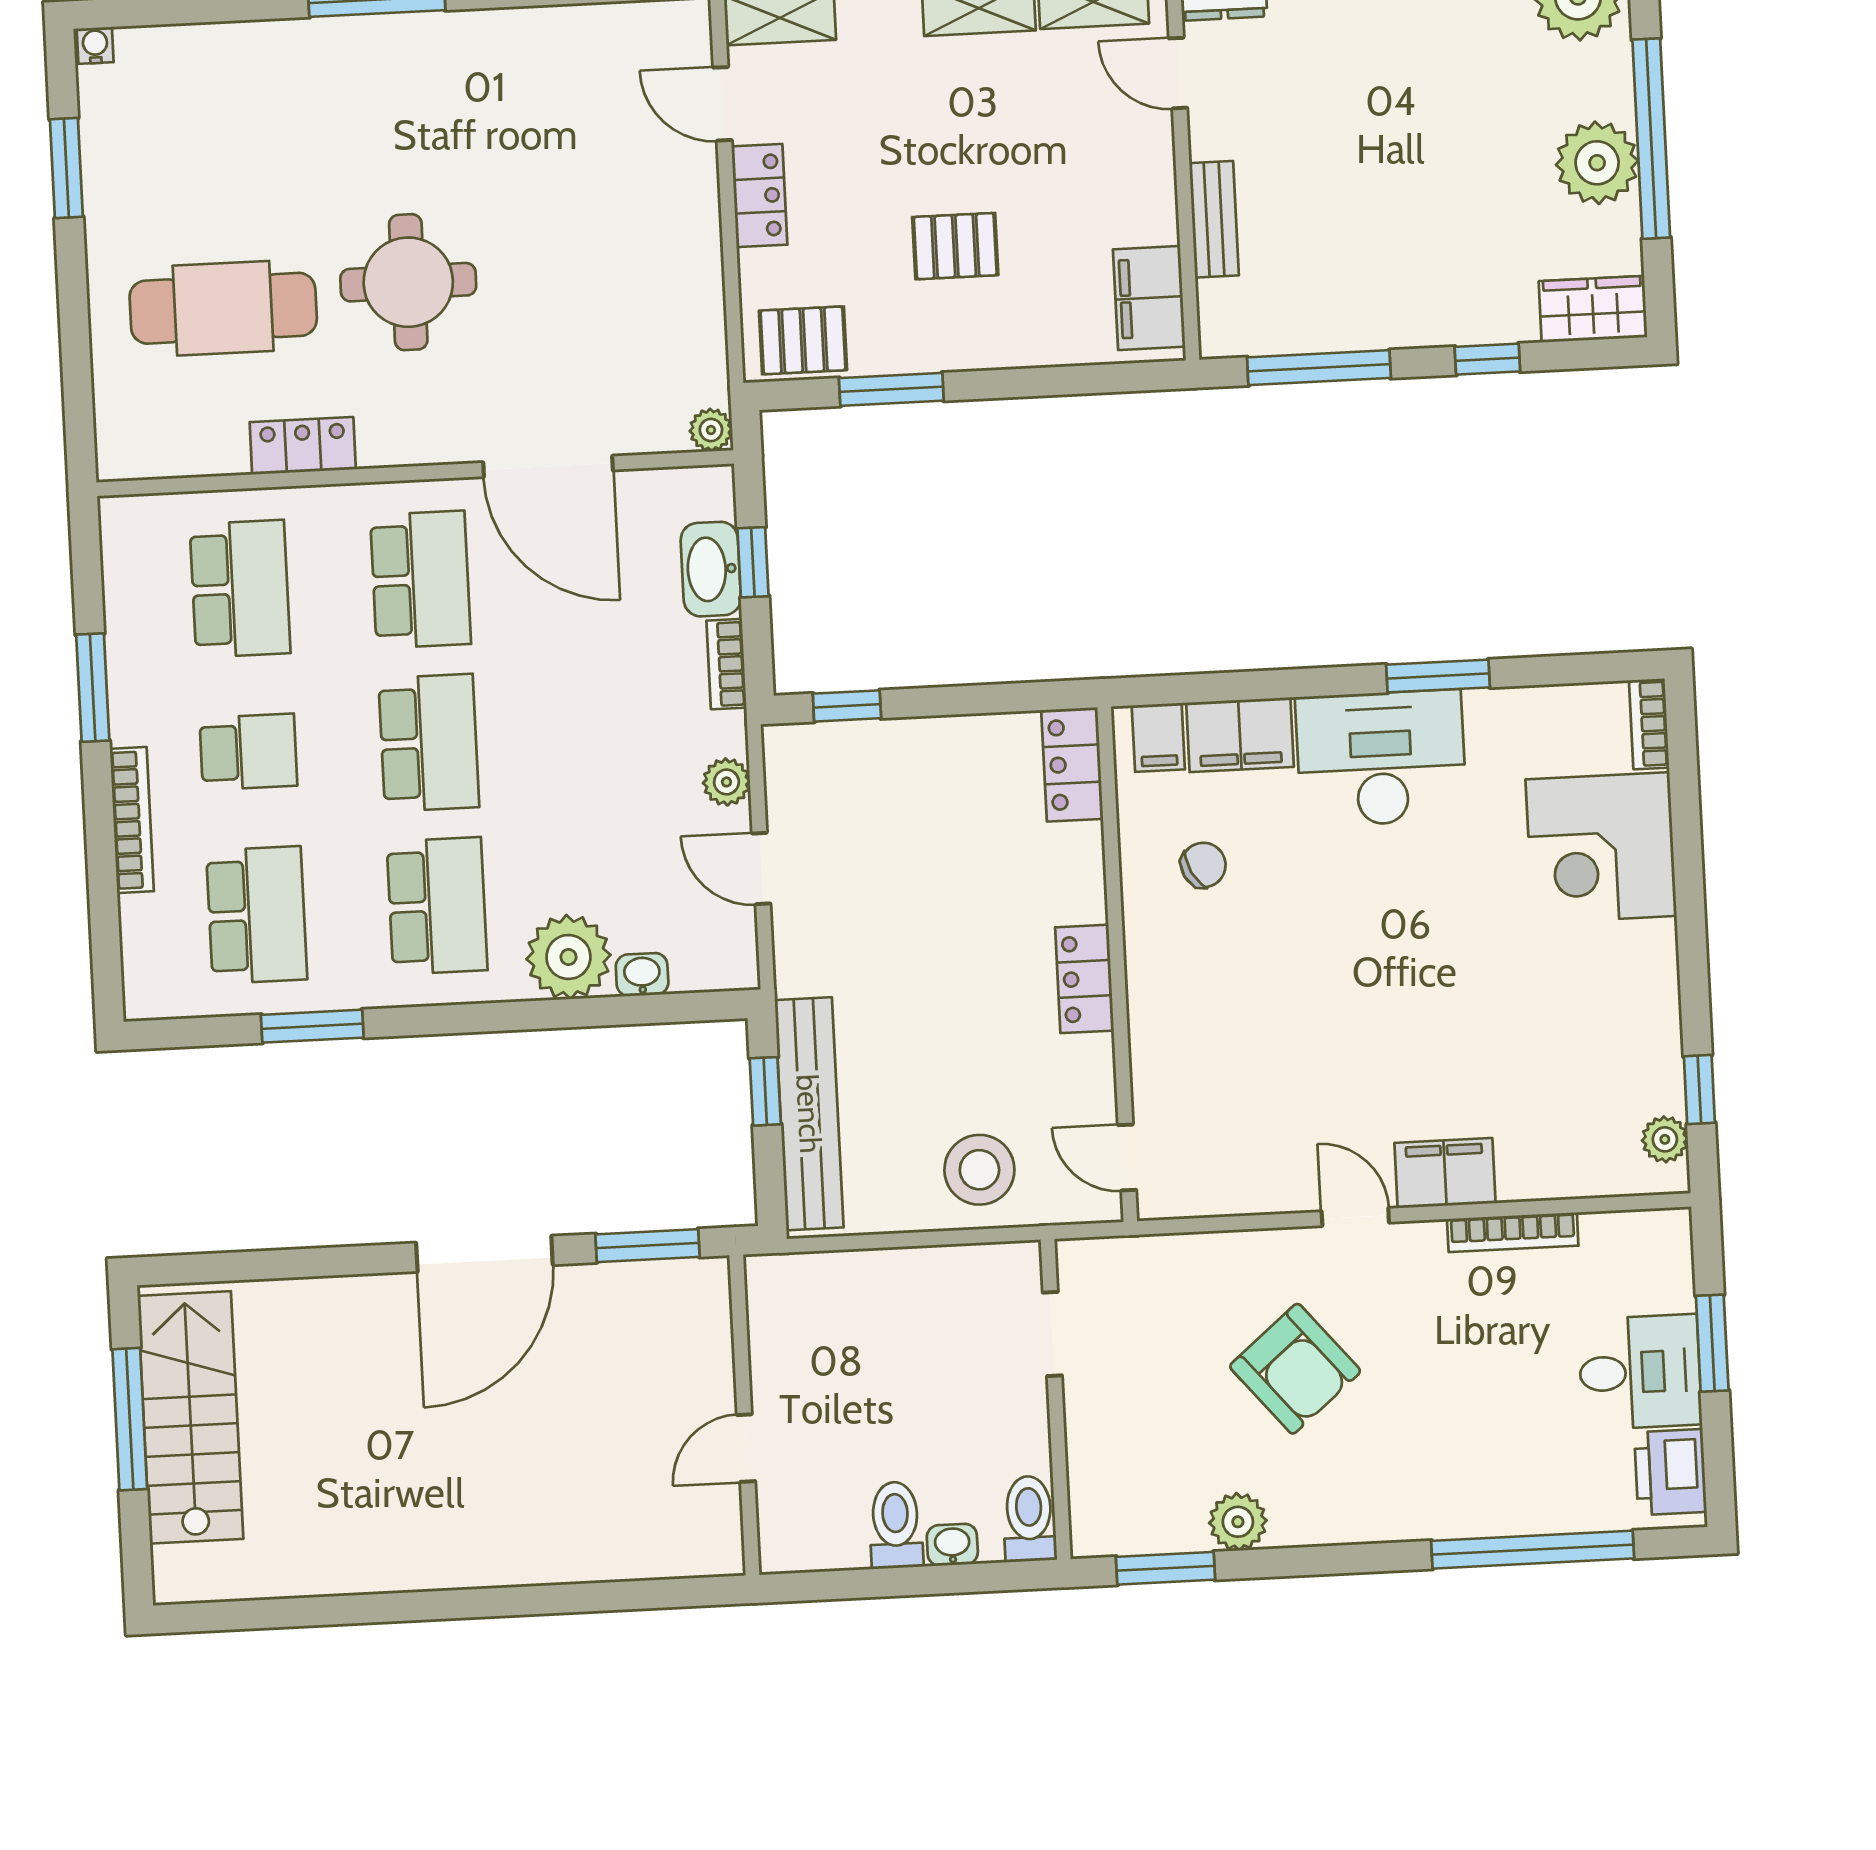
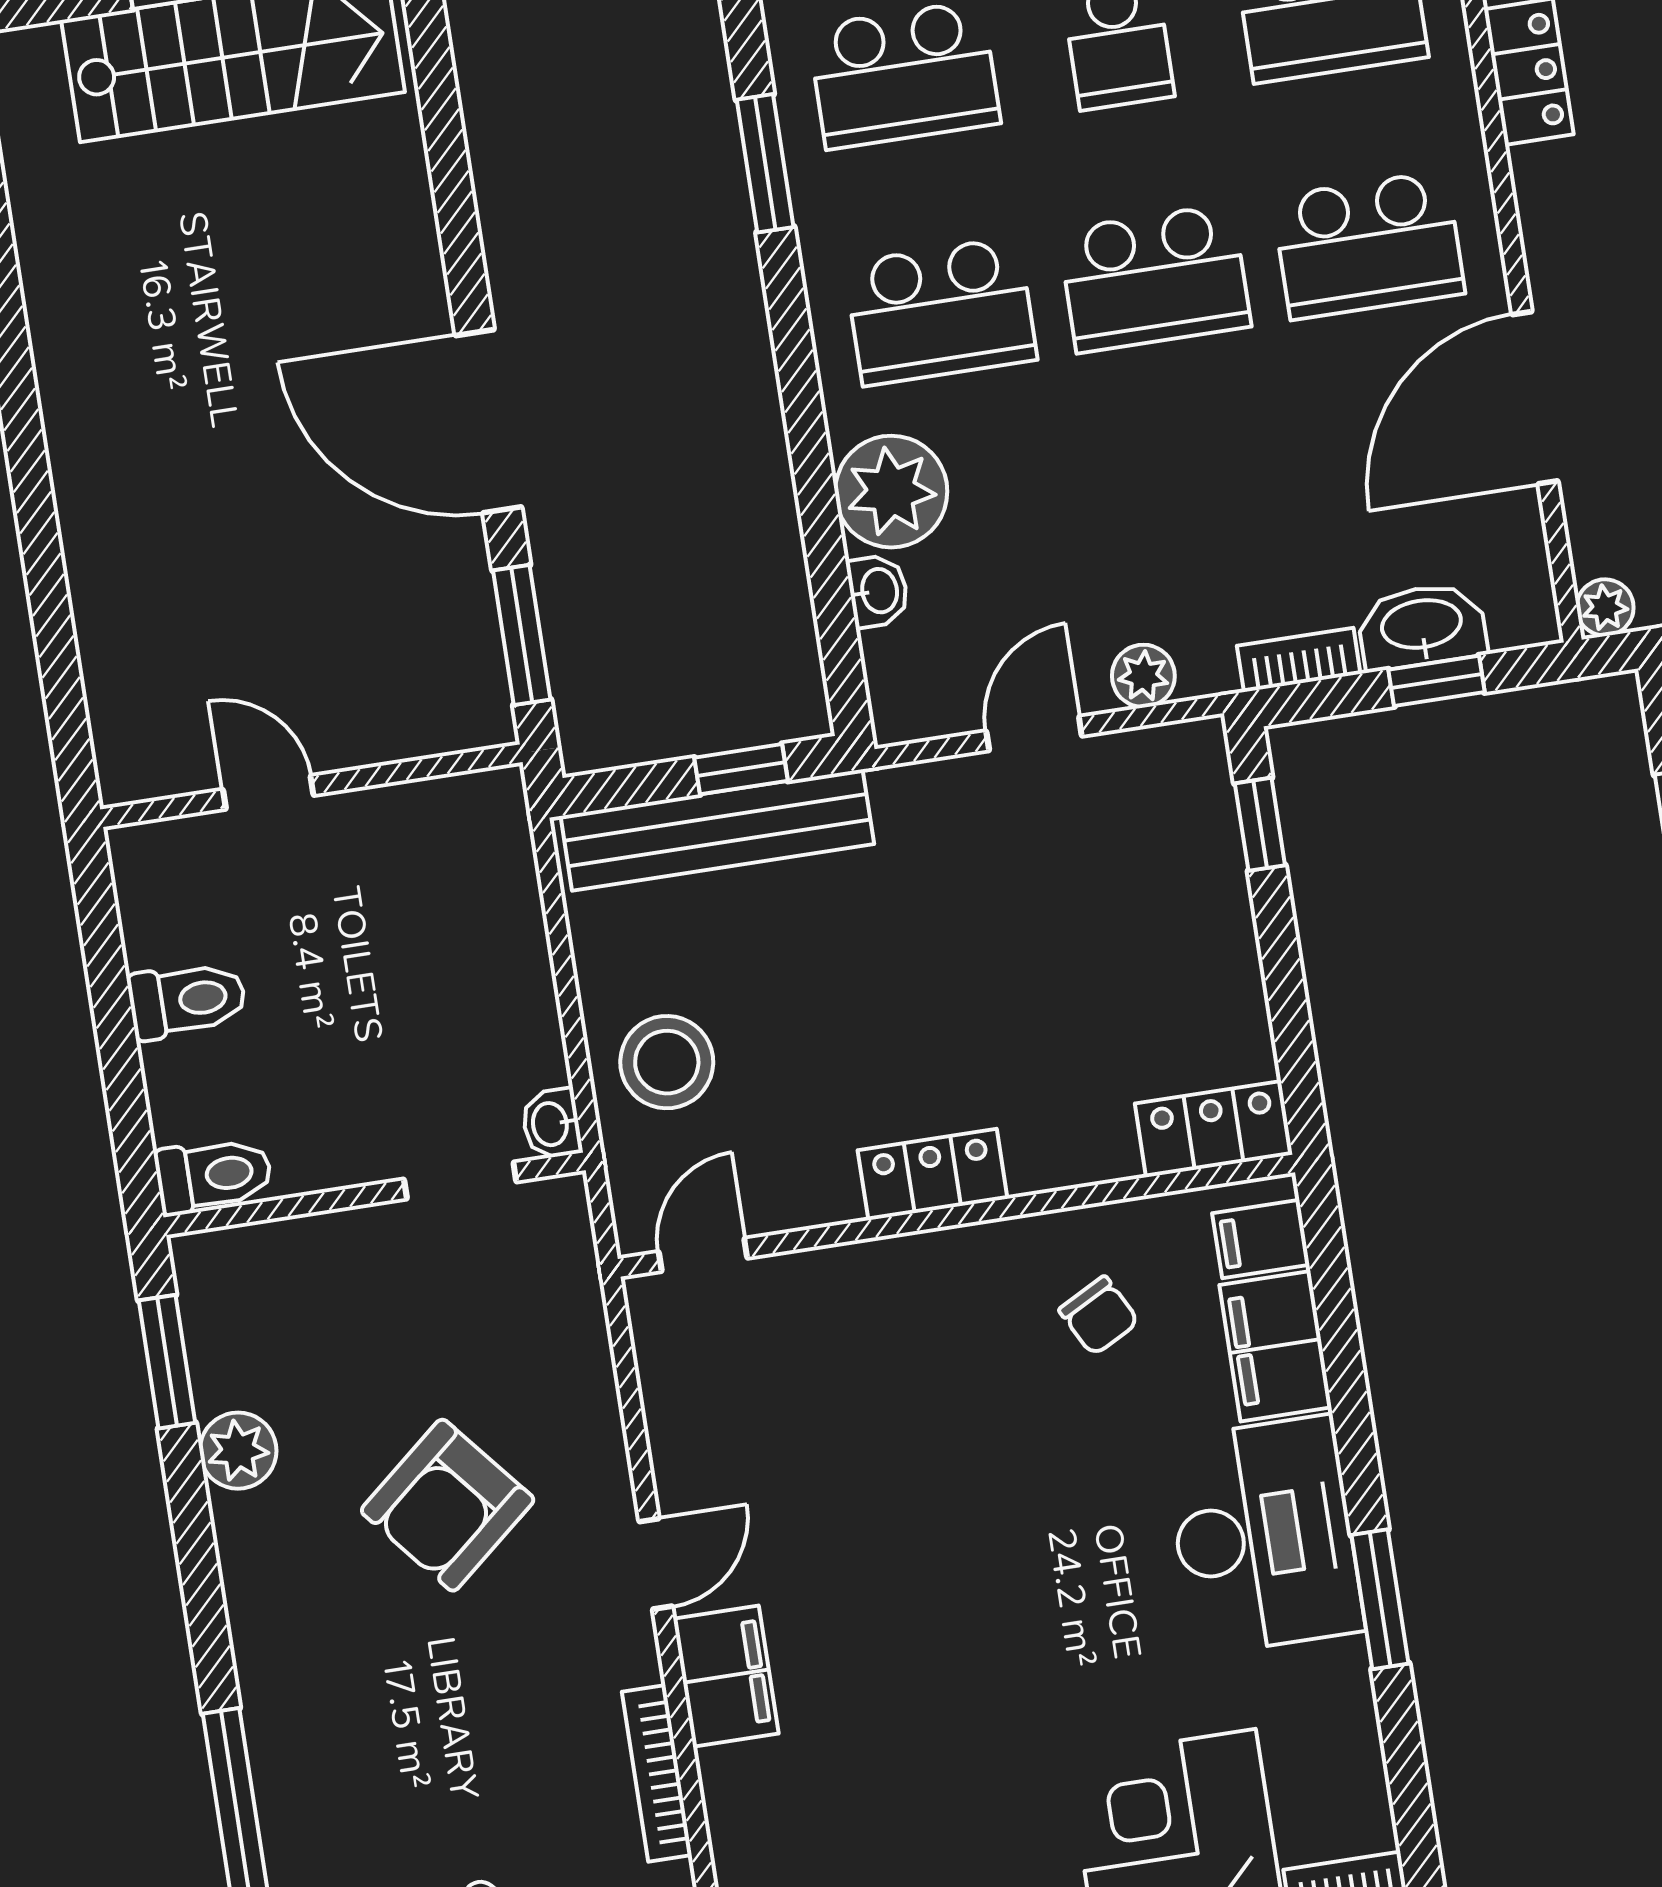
washbasin: (952, 1545) -> (551, 1124), moved, turned 180

